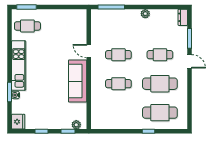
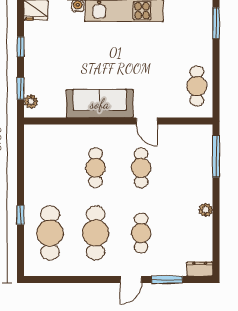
cafe table: (27, 26) -> (197, 86), moved
door: (89, 51) -> (147, 121), swing flipped

